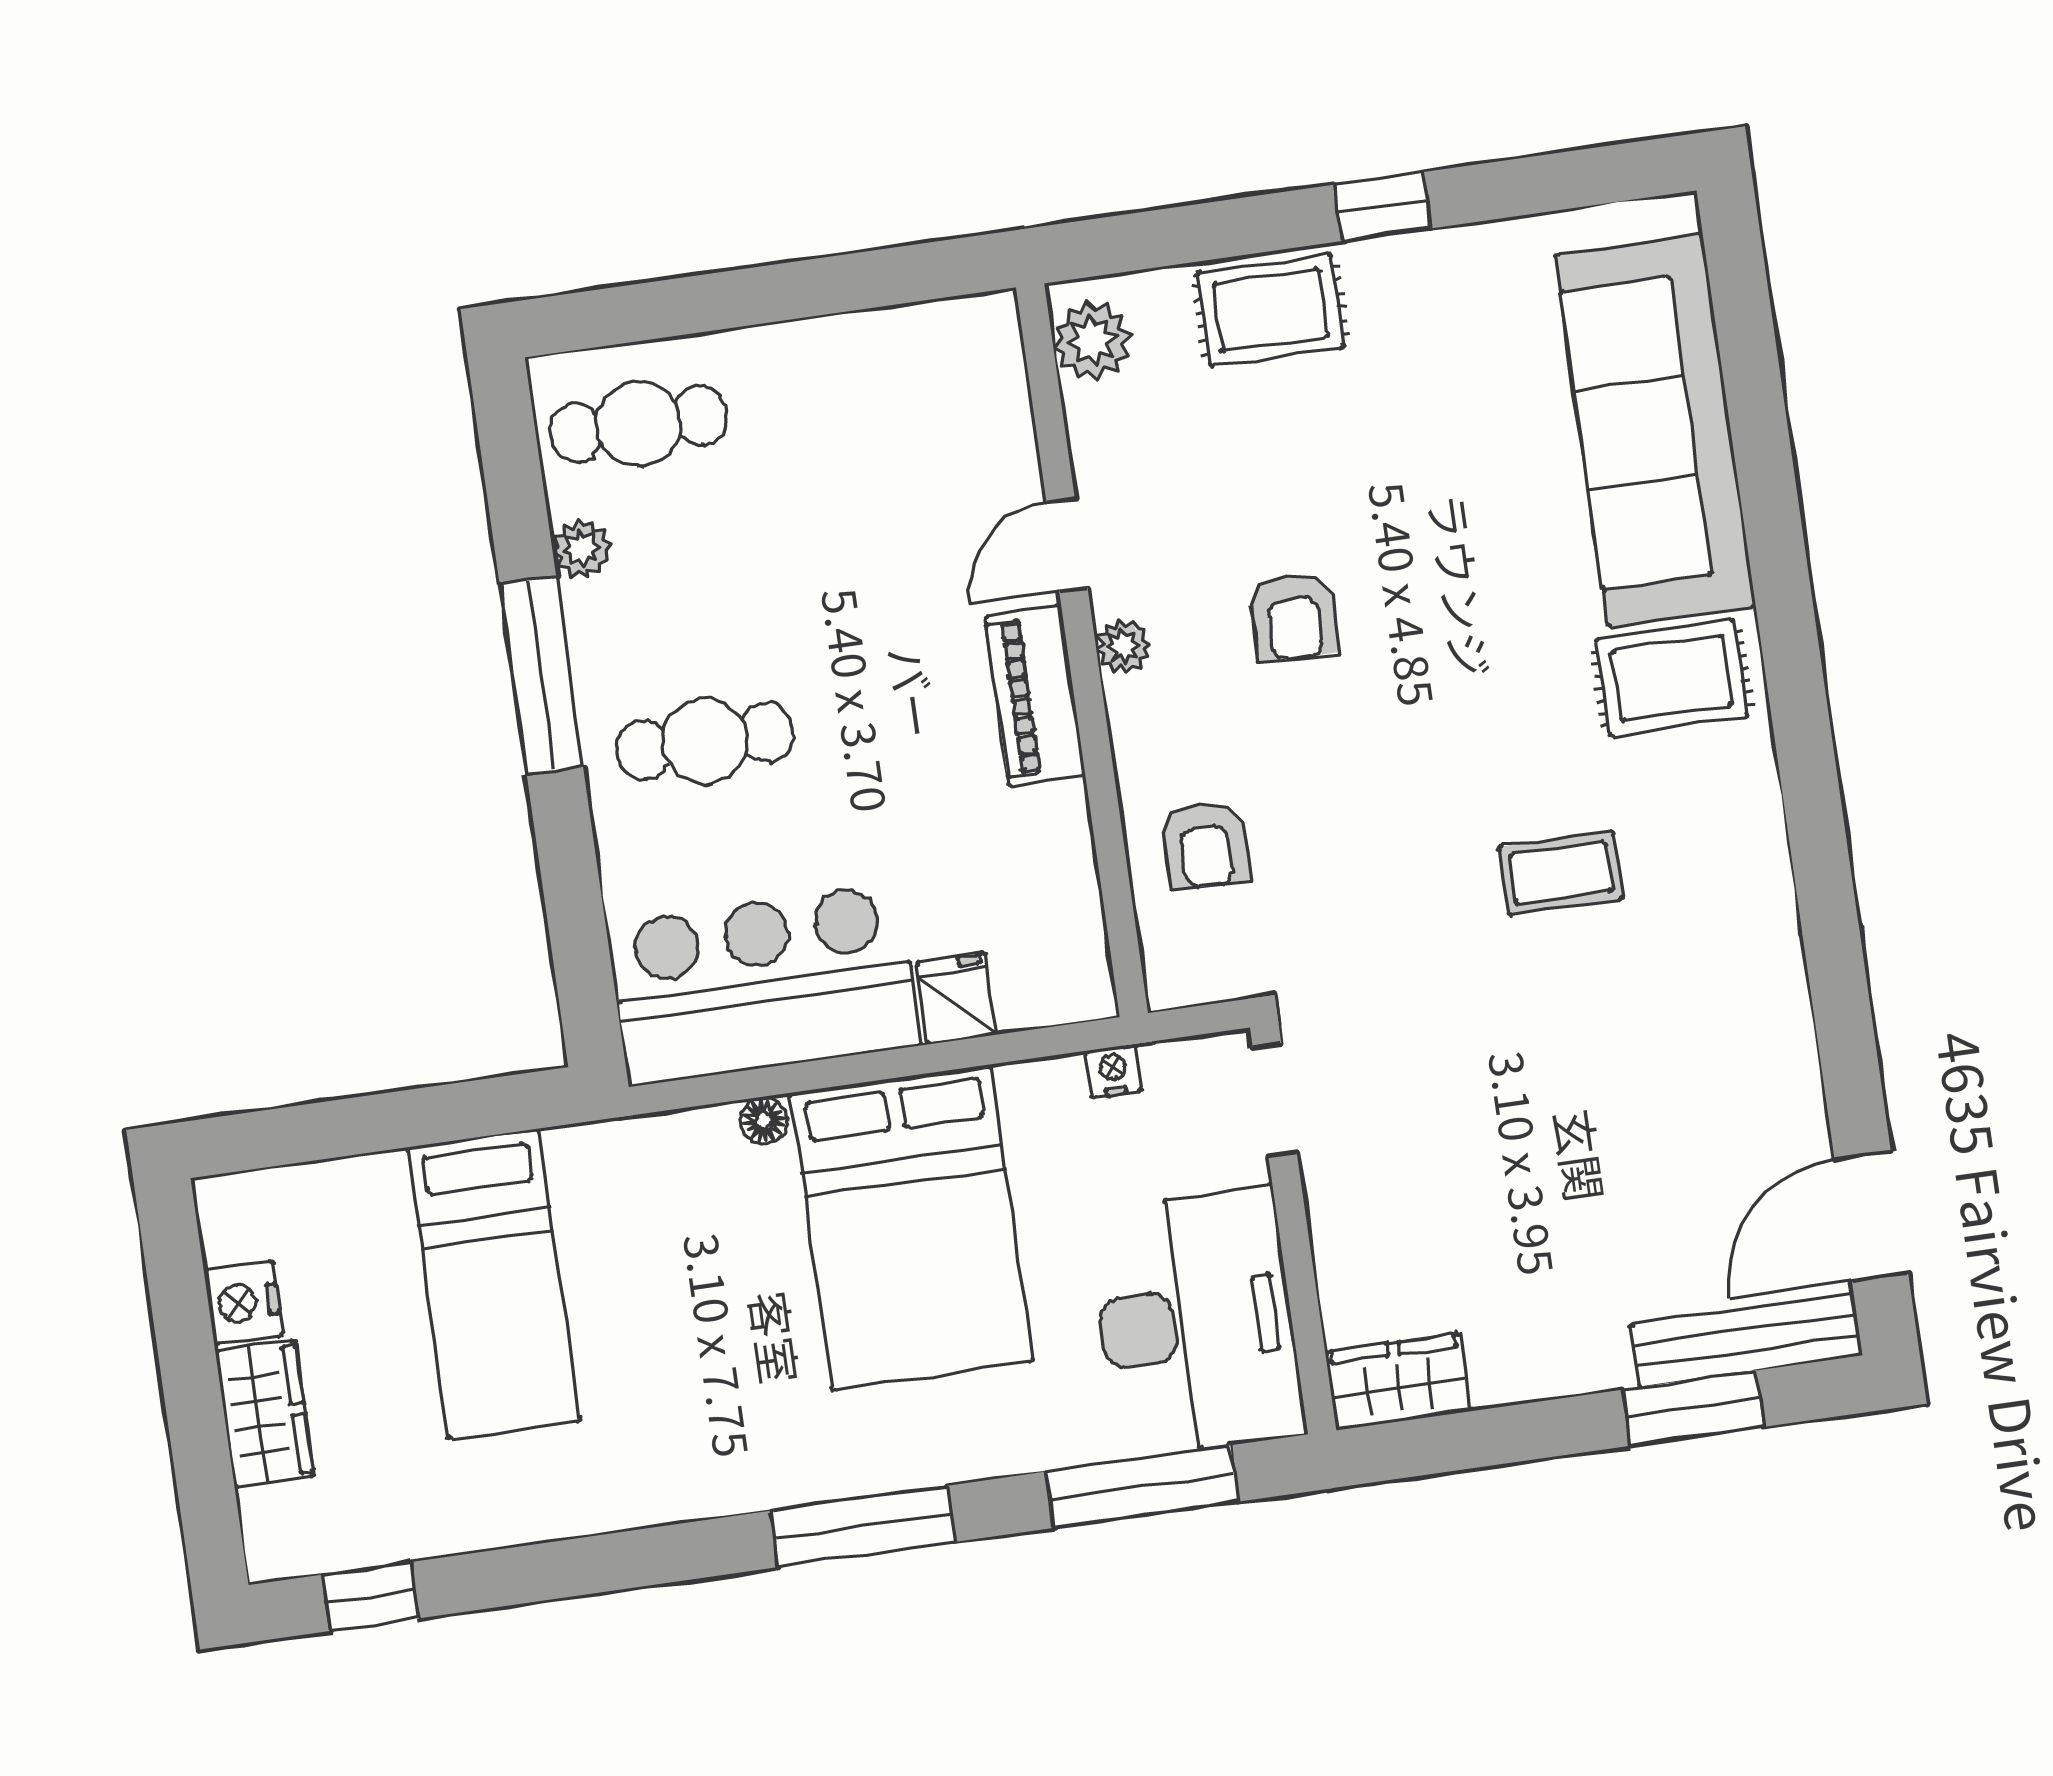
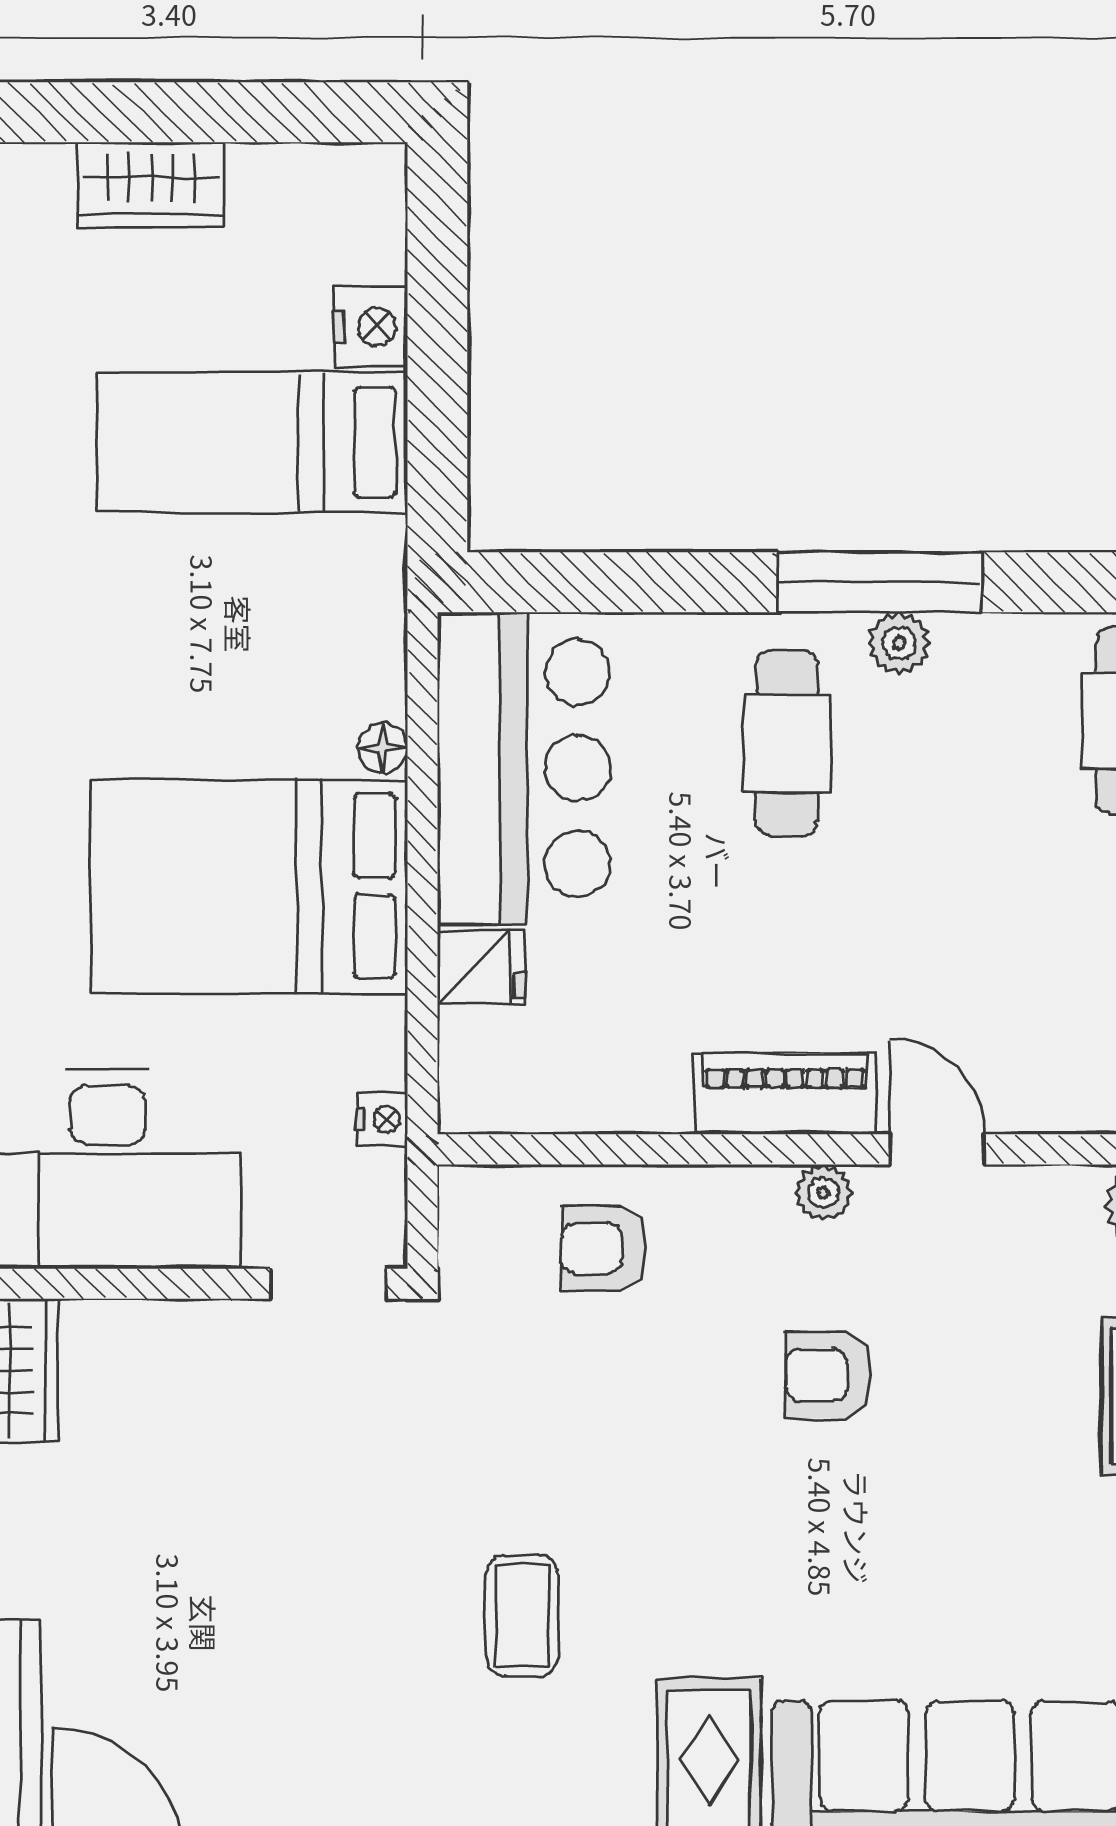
plant: (582, 548) -> (899, 643), moved
nightstand: (243, 1303) -> (371, 327), moved, turned 90

